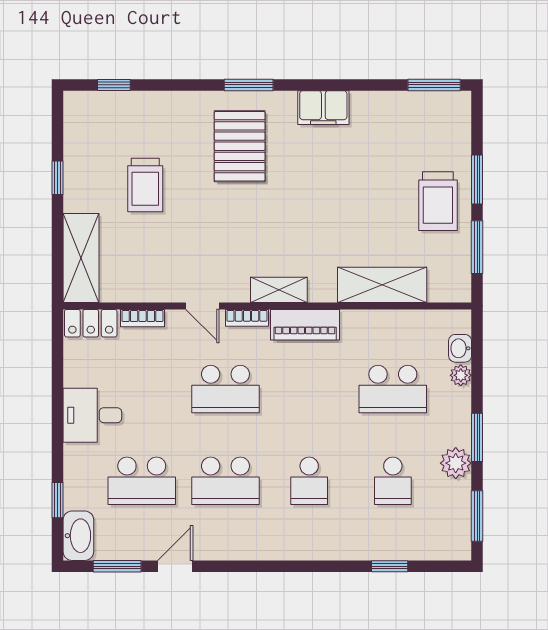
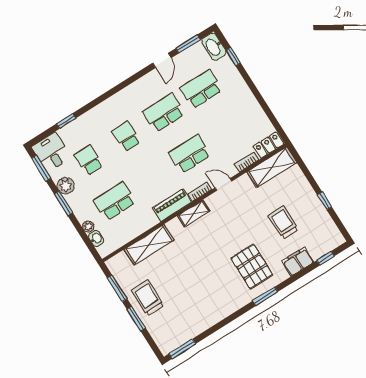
filing cabinet: (323, 108) -> (298, 262), moved
shelving: (81, 258) -> (272, 167), moved, turned 90
desk: (92, 415) -> (51, 152), moved, turned -90

